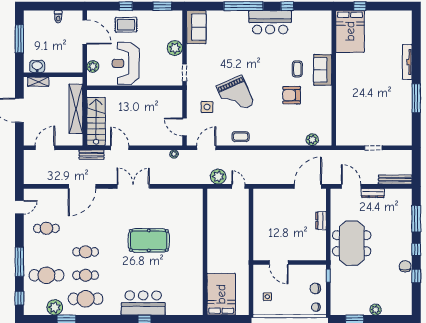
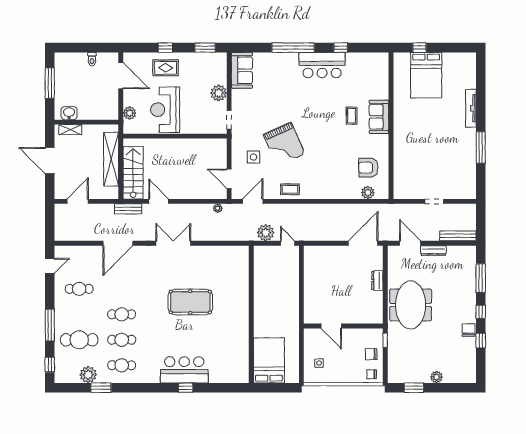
bed: (350, 31) -> (426, 75), moved
armchair: (292, 95) -> (368, 168), moved
cafe table: (86, 299) -> (122, 365), width x0.73, depth x0.74

